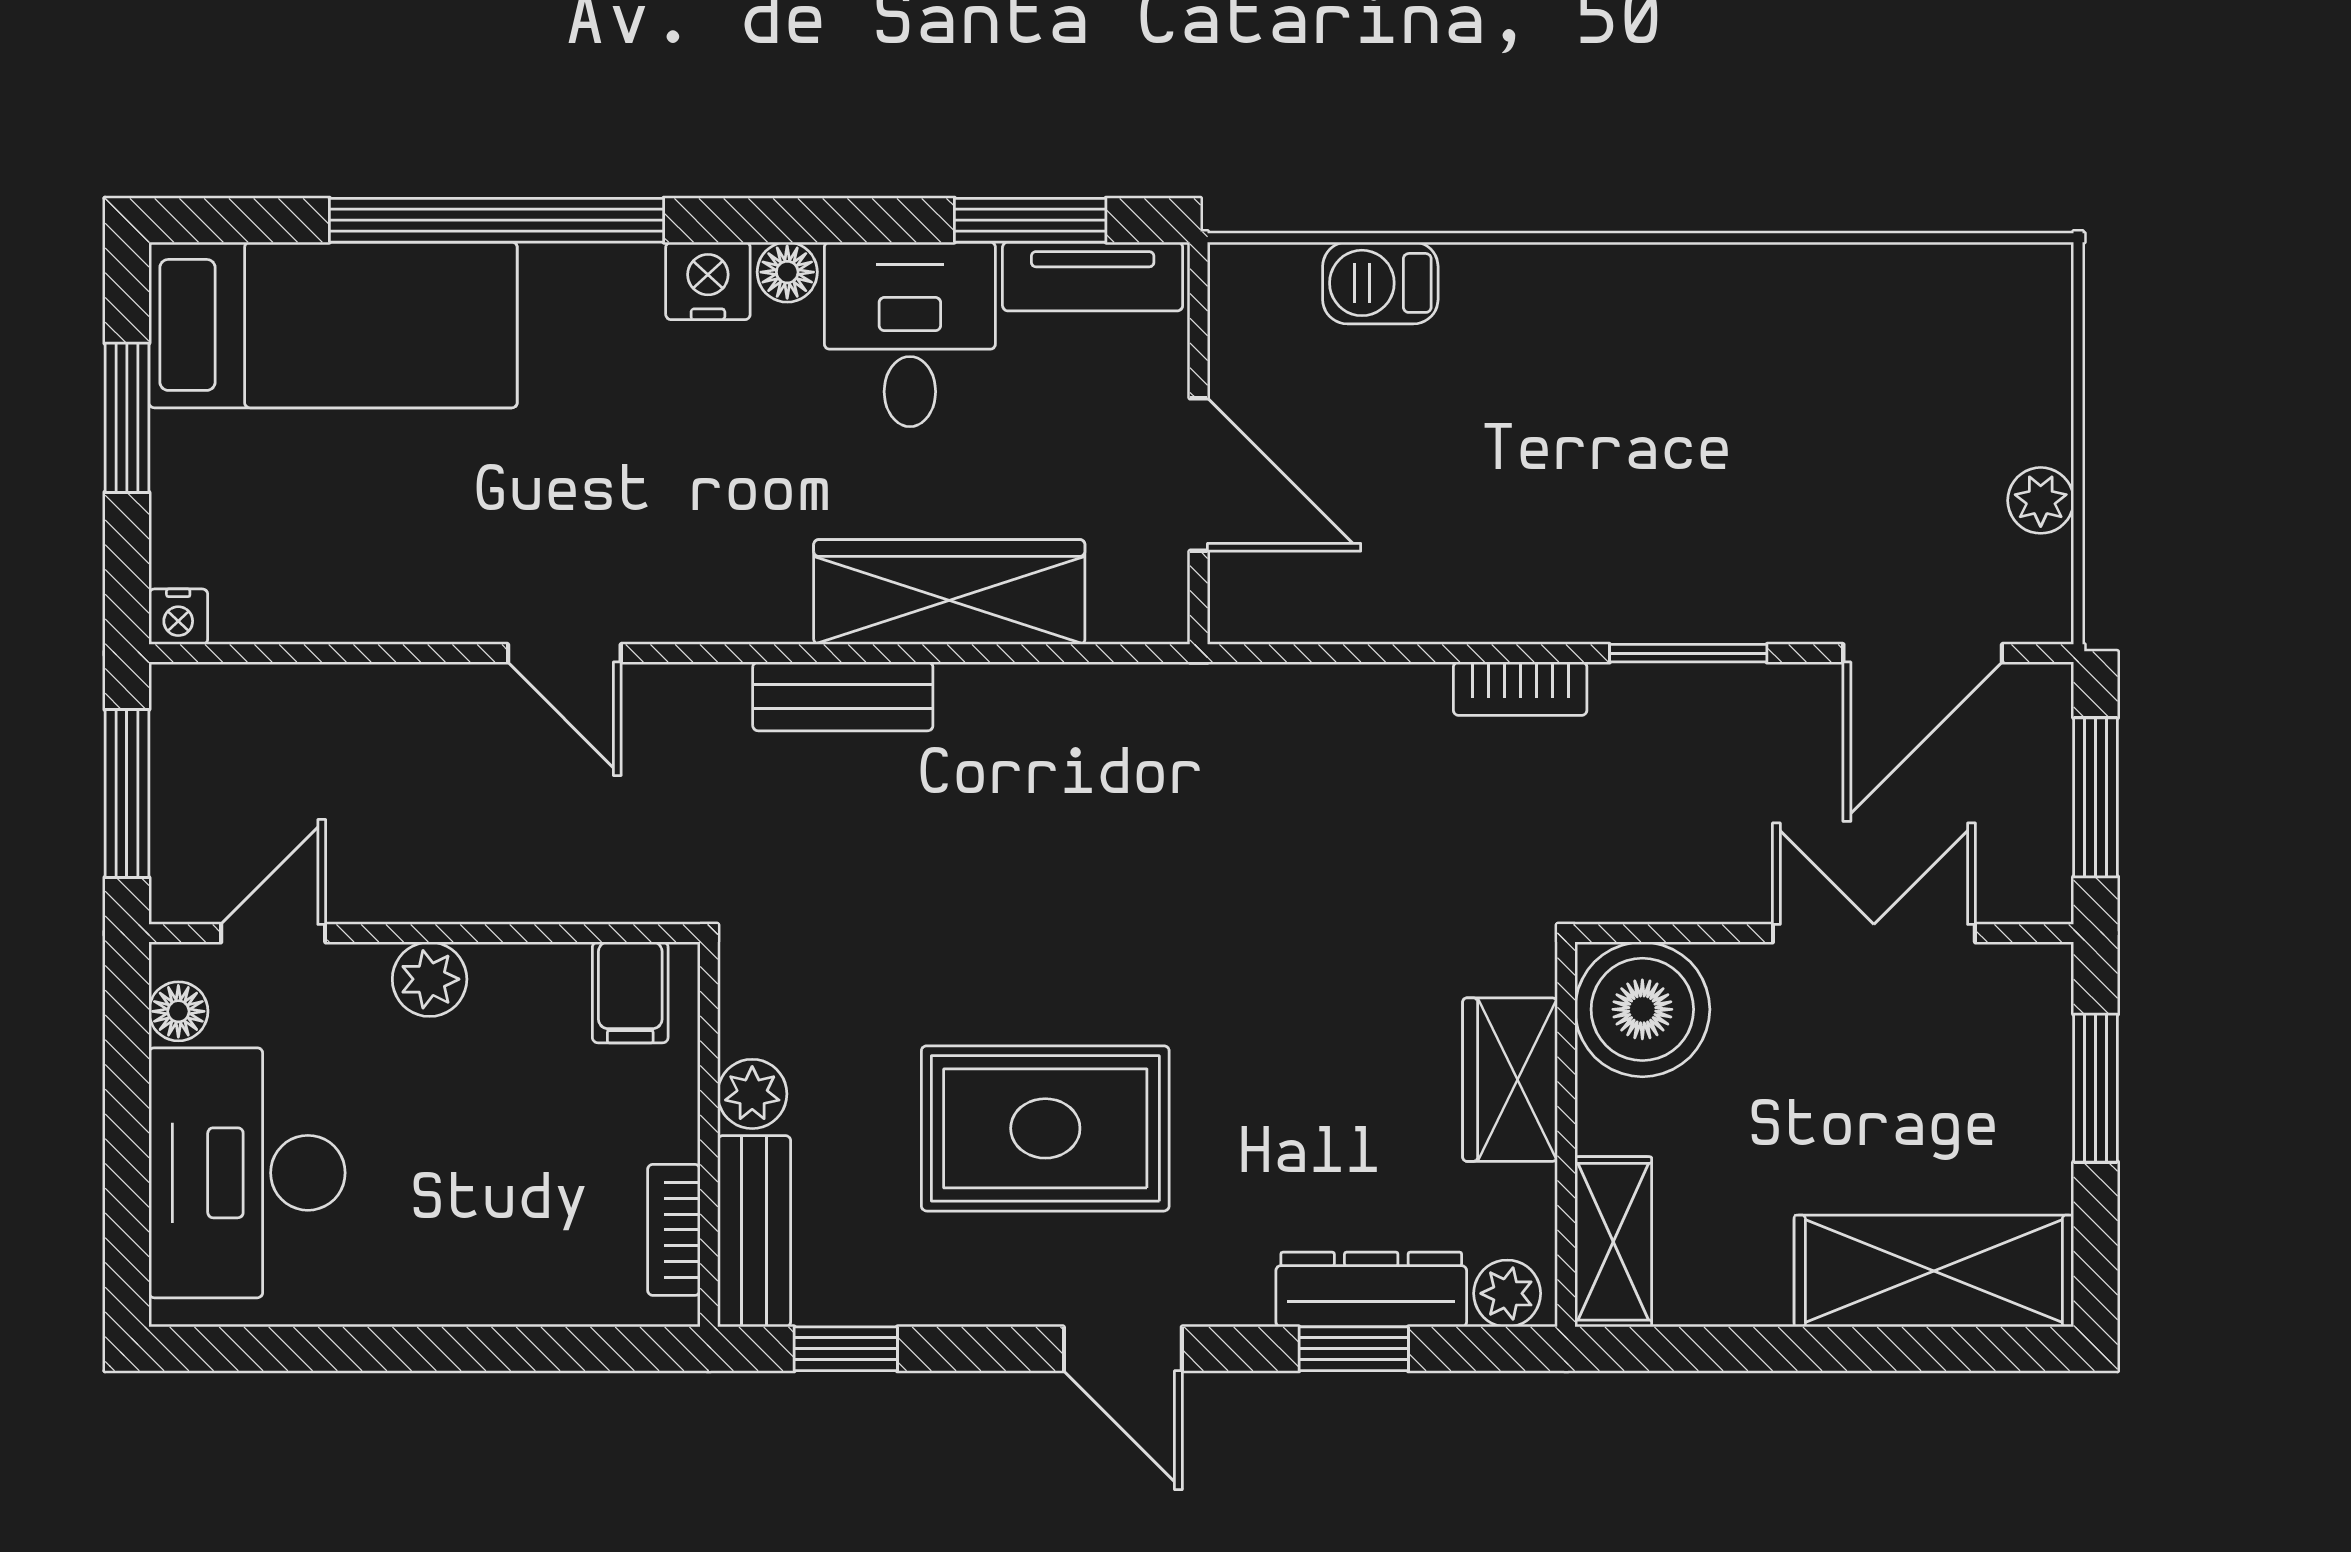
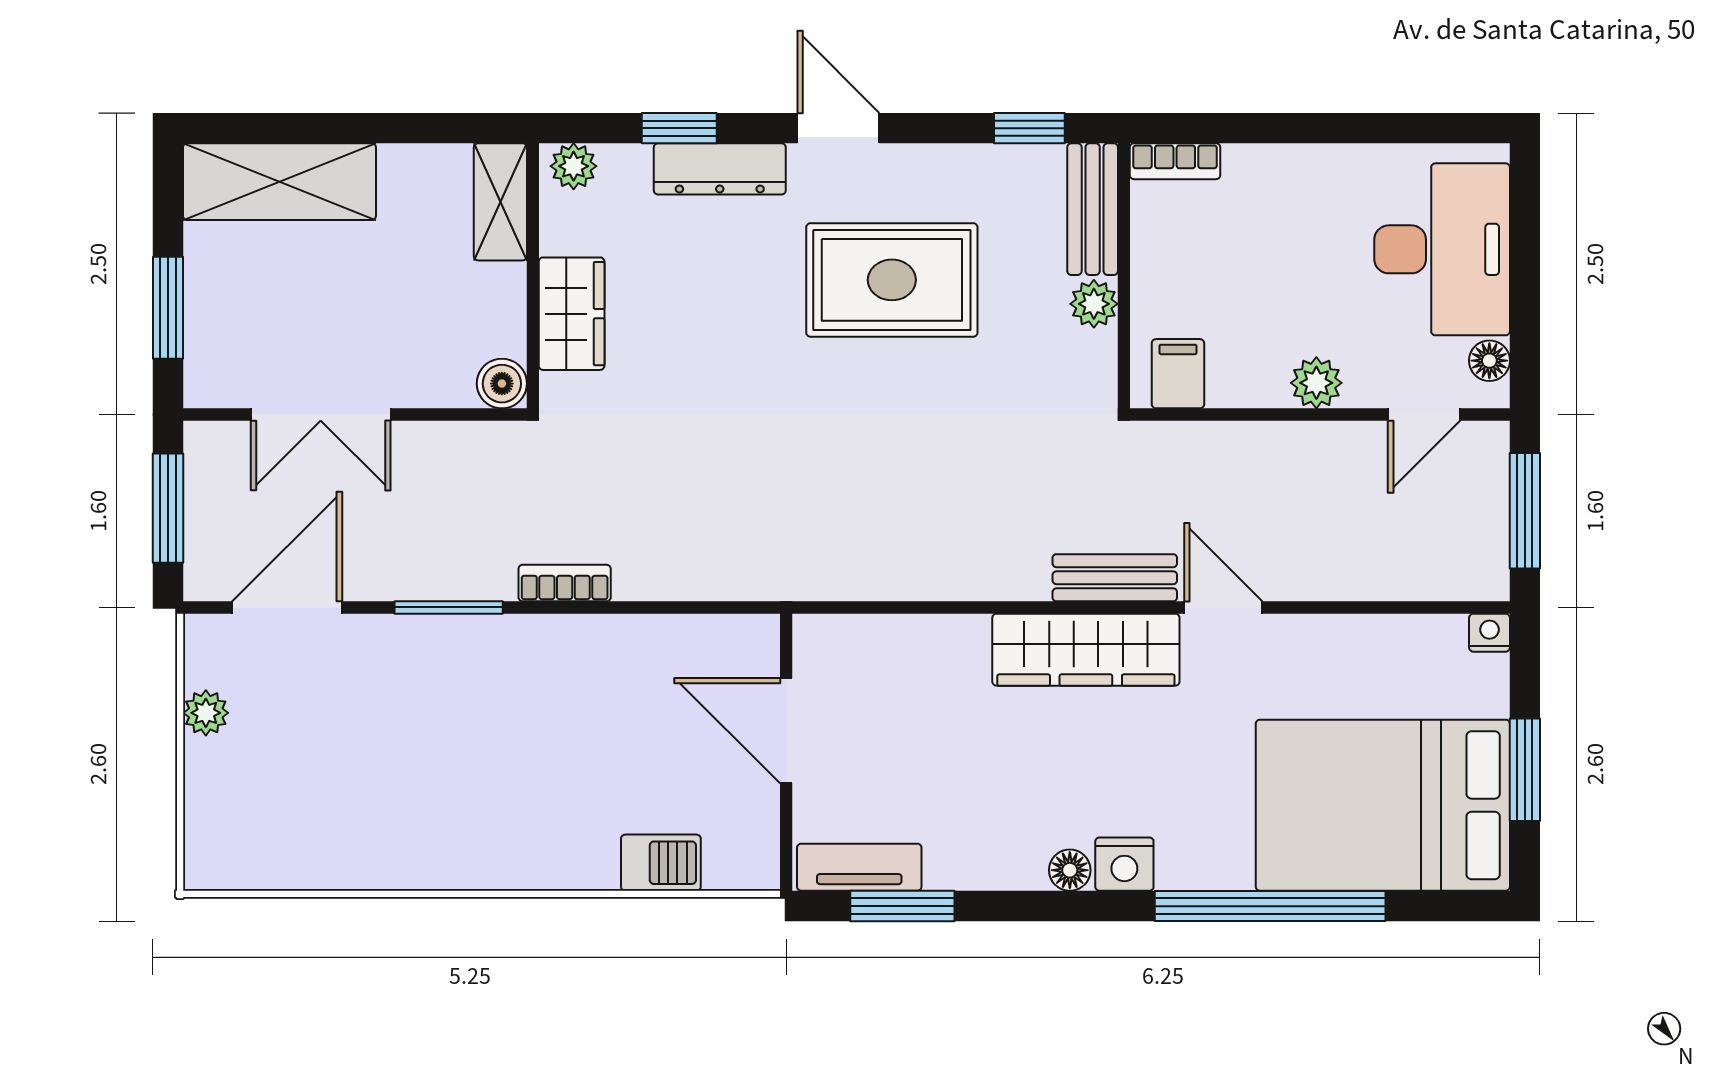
bed: (333, 325) -> (1383, 805), width x1.50
desk: (910, 334) -> (985, 827), removed
wardrobe: (949, 592) -> (1086, 650), moved
bench: (843, 696) -> (1115, 578), moved
boiler: (1642, 1009) -> (502, 384), width x0.54, depth x0.54
bookcase: (674, 1230) -> (1175, 161), moved, turned 90
dresser: (1371, 1290) -> (720, 169), moved

